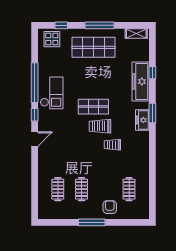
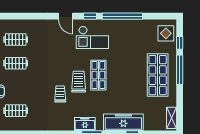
window: (100, 25) -> (180, 70), moved
checkout: (52, 93) -> (92, 37), moved

